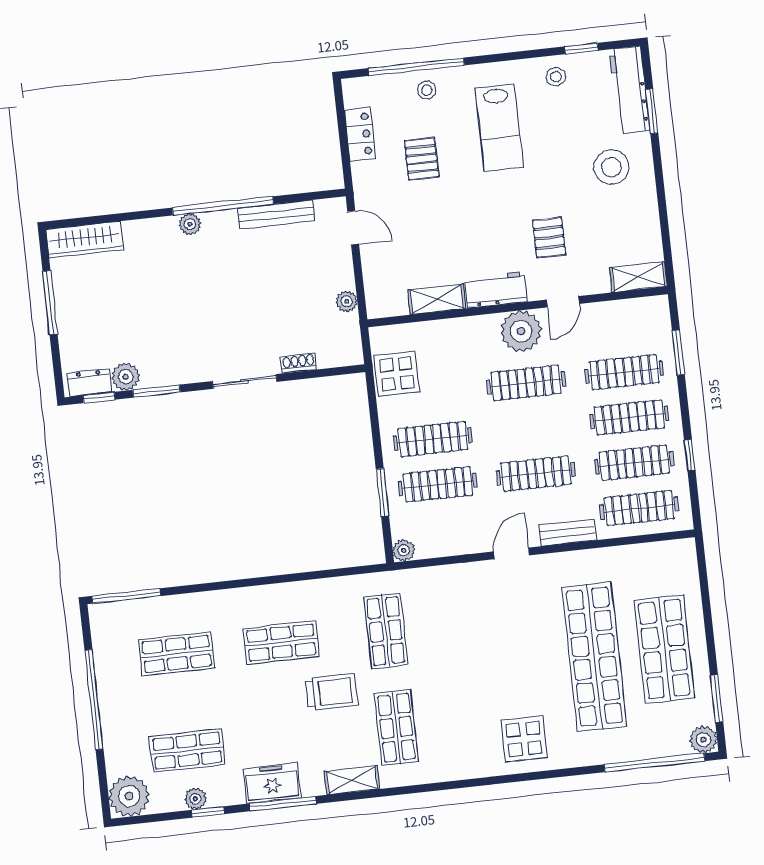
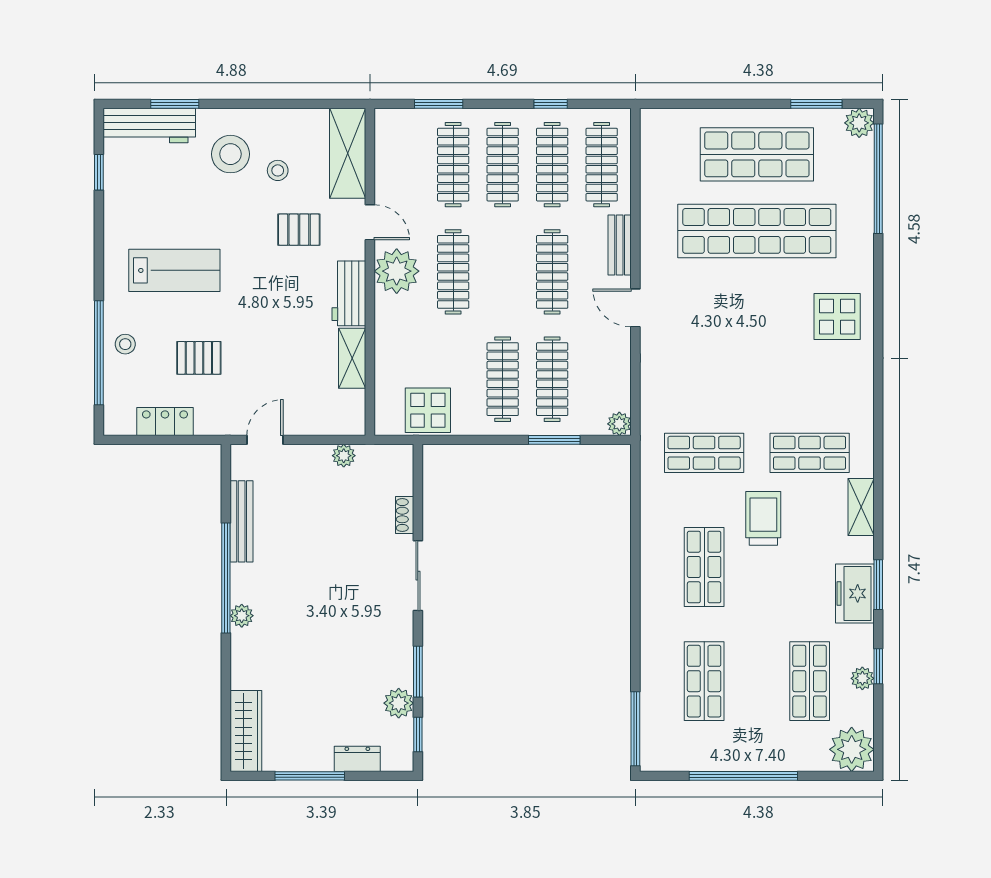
stool: (556, 77) -> (278, 170), moved
shelving: (638, 277) -> (348, 153), width x1.50, depth x1.33
dresser: (89, 383) -> (357, 759), moved, turned 90
window: (283, 804) -> (878, 585), width x0.69

